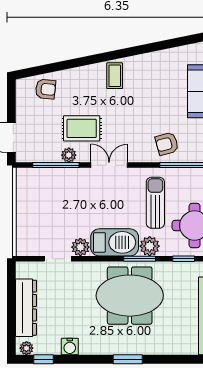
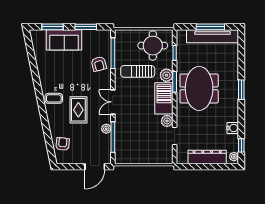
rug: (82, 128) -> (78, 110), moved

